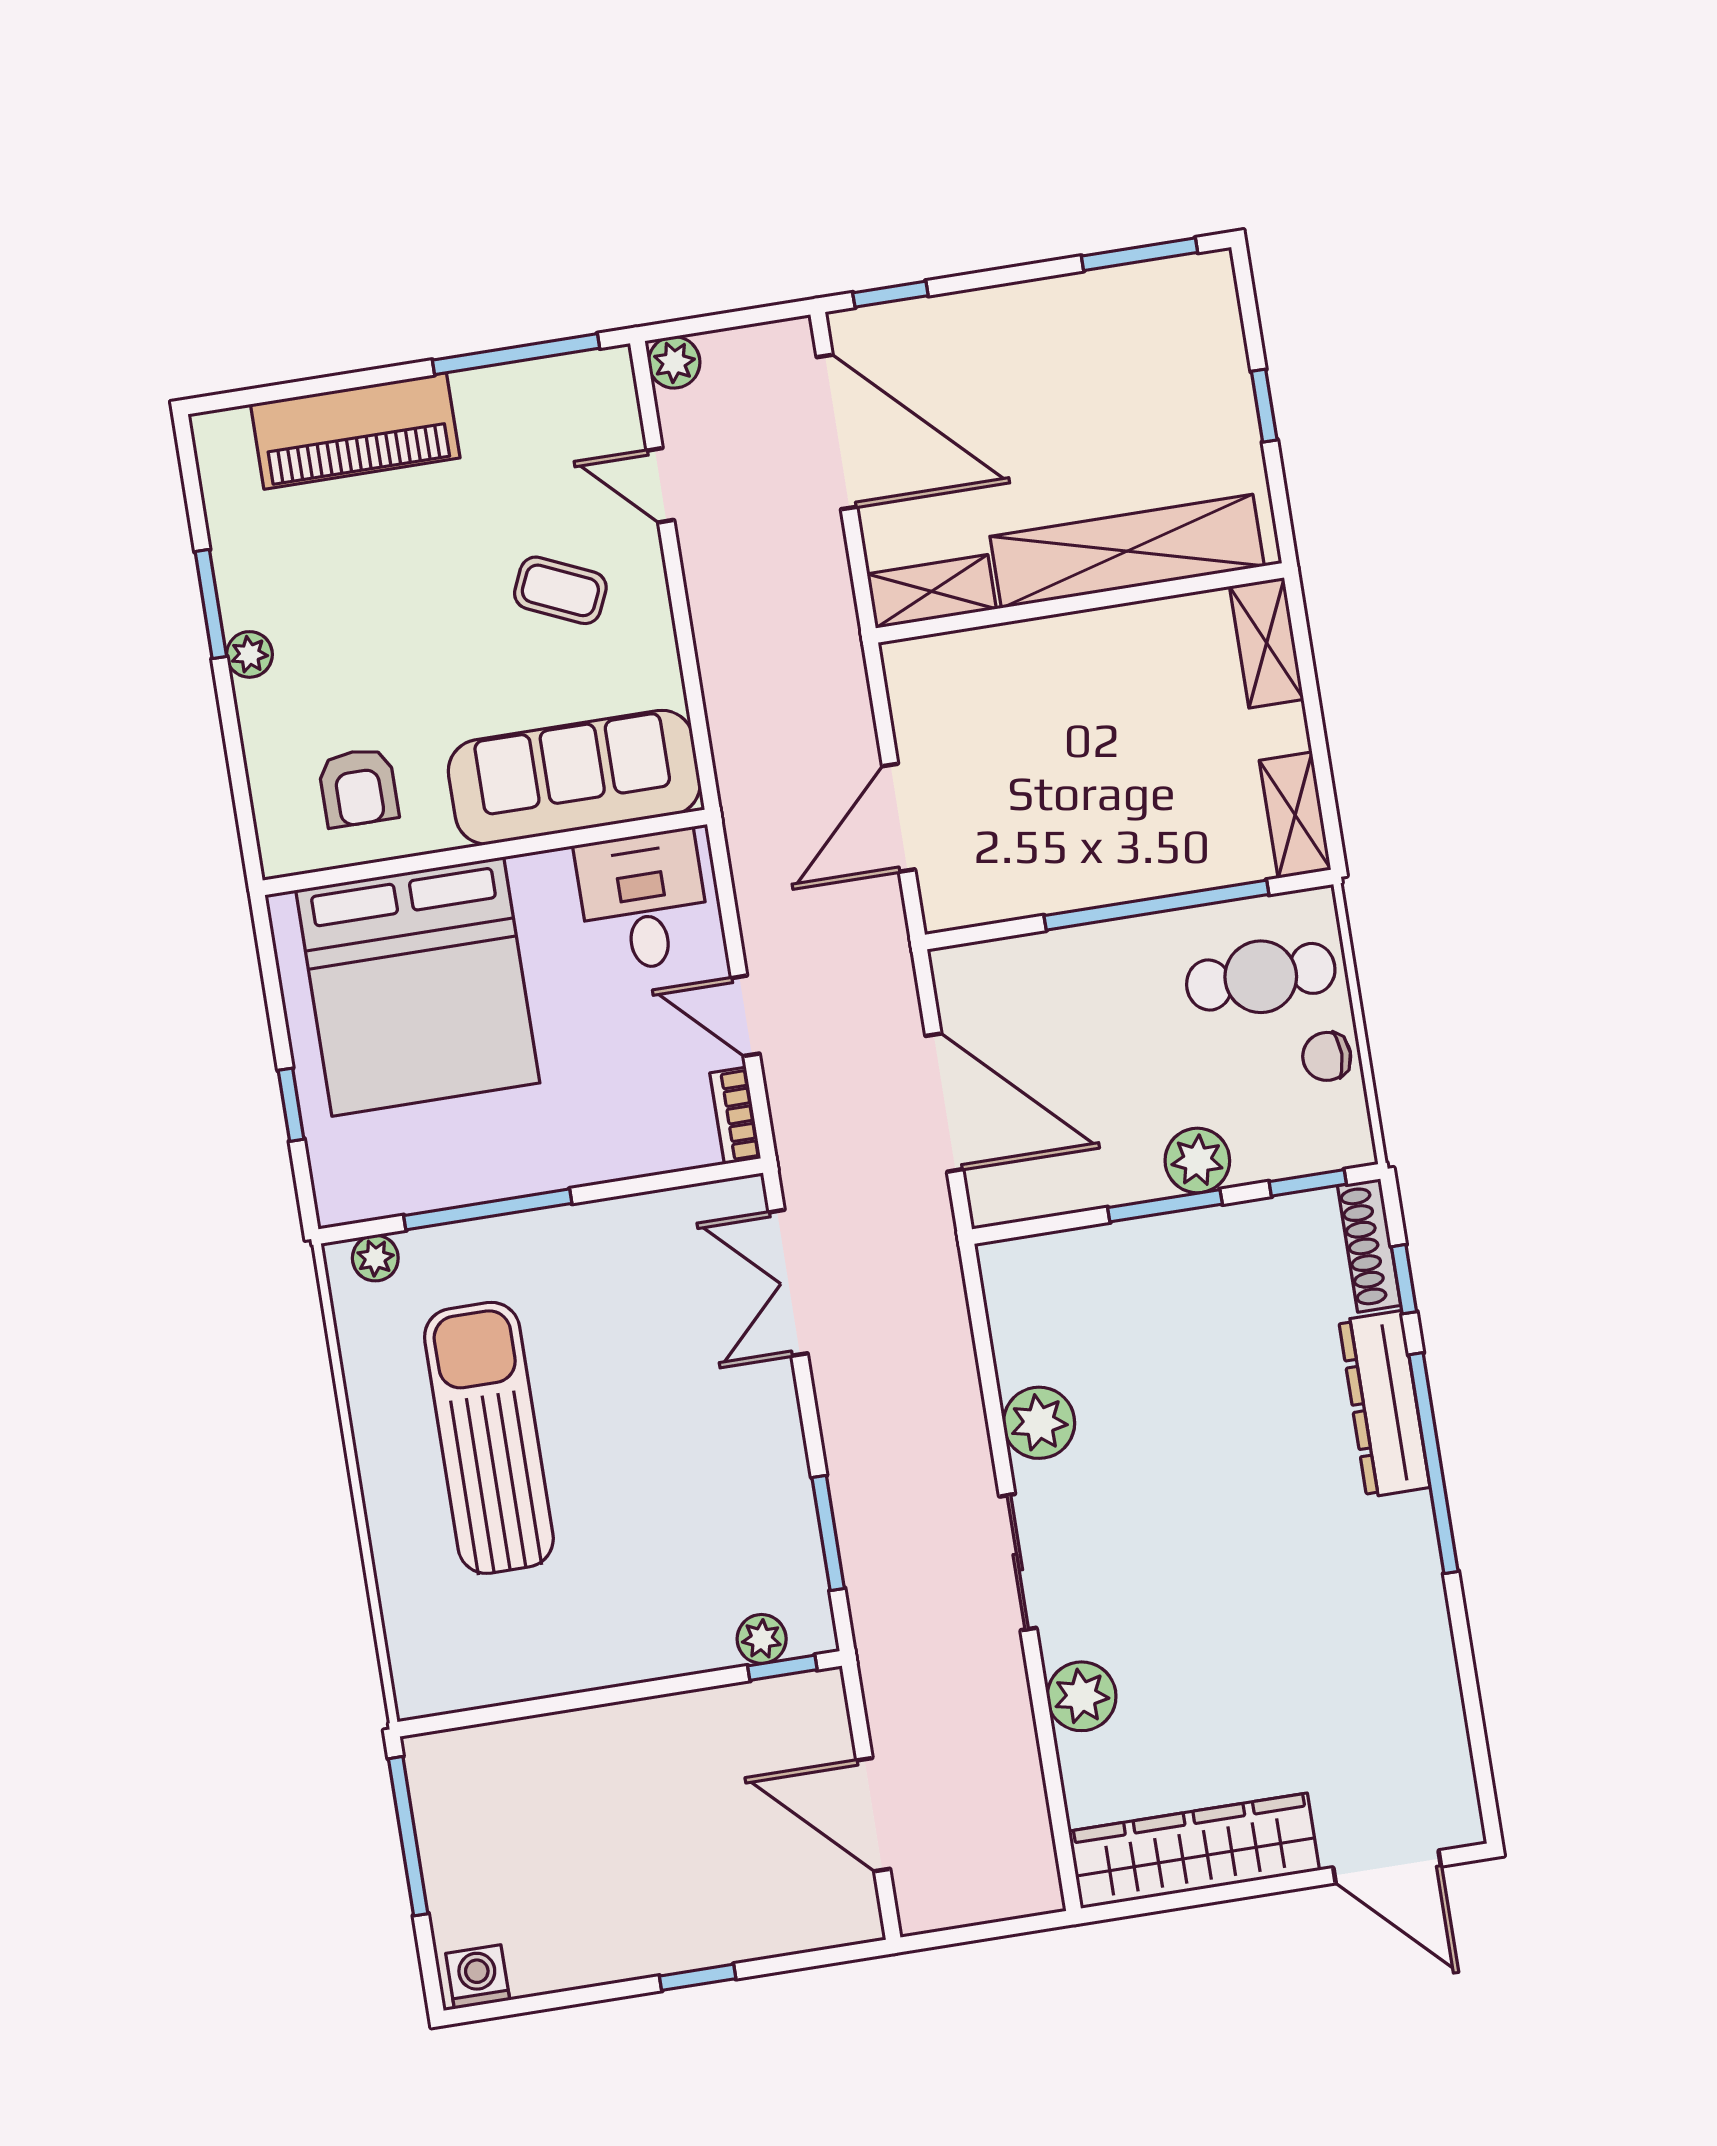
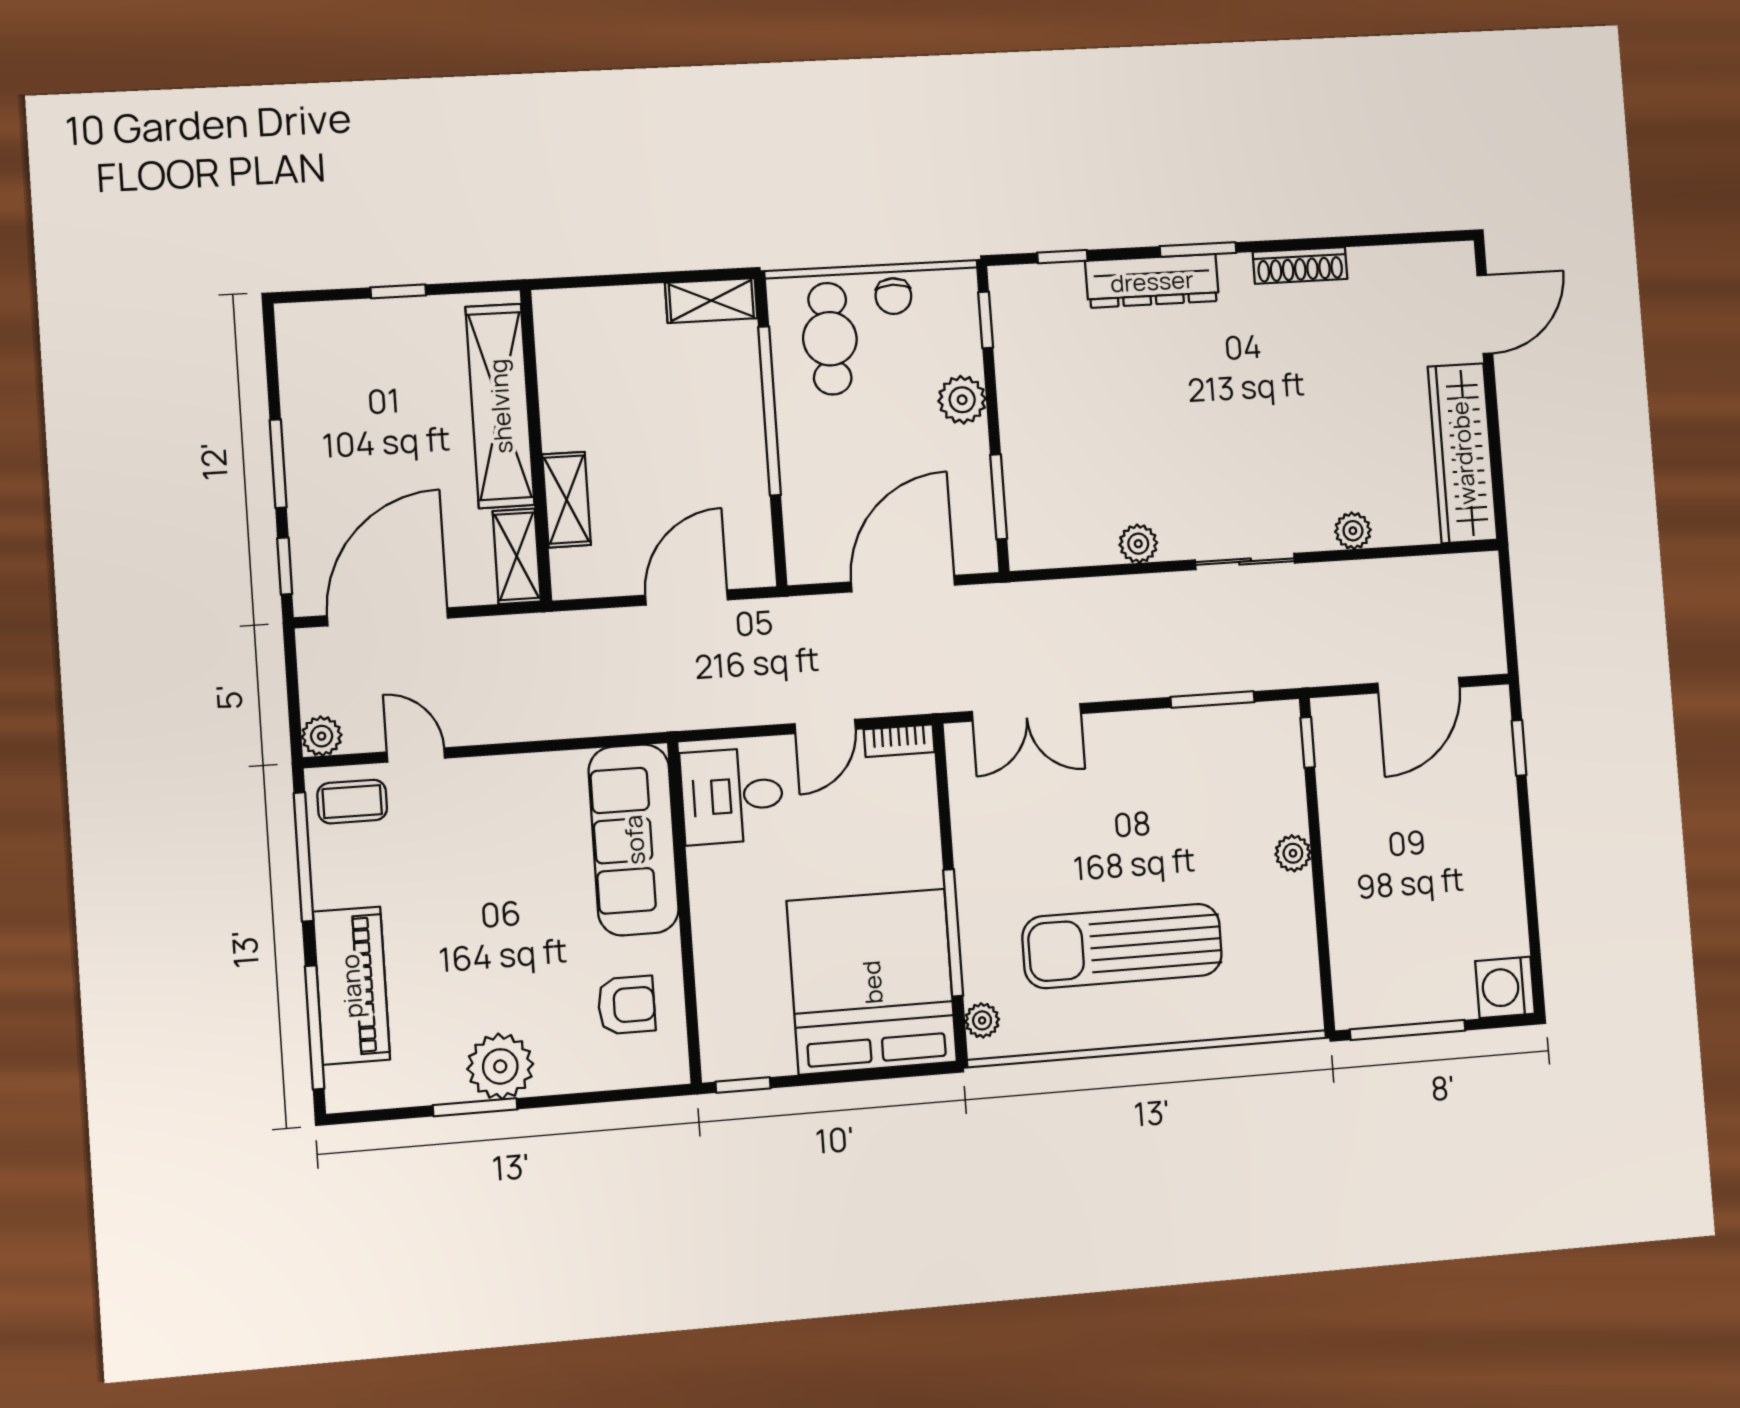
window: (1140, 254) -> (278, 464), moved
window: (298, 389) -> (315, 1027), added
door: (660, 485) -> (416, 755), swing flipped
coffee table: (560, 590) -> (352, 802), moved, turned 66
shelving: (1267, 643) -> (567, 500), moved, turned 90
plant: (249, 654) -> (500, 1066), width x1.88, depth x1.88
door: (899, 818) -> (686, 598), swing flipped
bed: (418, 987) -> (872, 982), moved, turned -90
window: (291, 1105) -> (743, 1085), moved
window: (1165, 1206) -> (999, 497), moved
shoe rack: (1369, 1246) -> (1300, 266), moved
plant: (1039, 1423) -> (1138, 544), width x0.73, depth x0.73
window: (1434, 1463) -> (1198, 249), width x0.47
plant: (762, 1639) -> (1293, 853), moved
plant: (1082, 1696) -> (1353, 531), width x0.73, depth x0.73
washing machine: (478, 1977) -> (1505, 987), width x1.38, depth x1.38
window: (698, 1977) -> (1519, 748), moved

